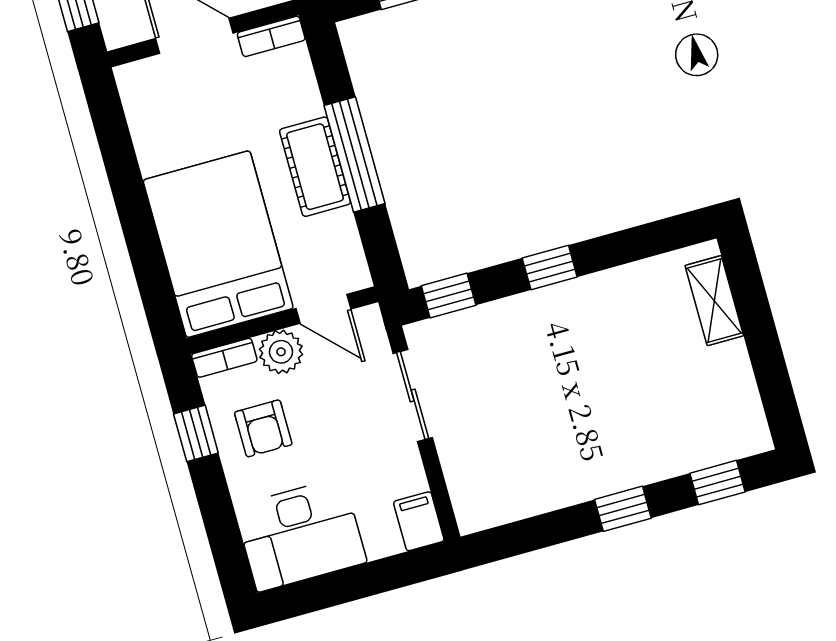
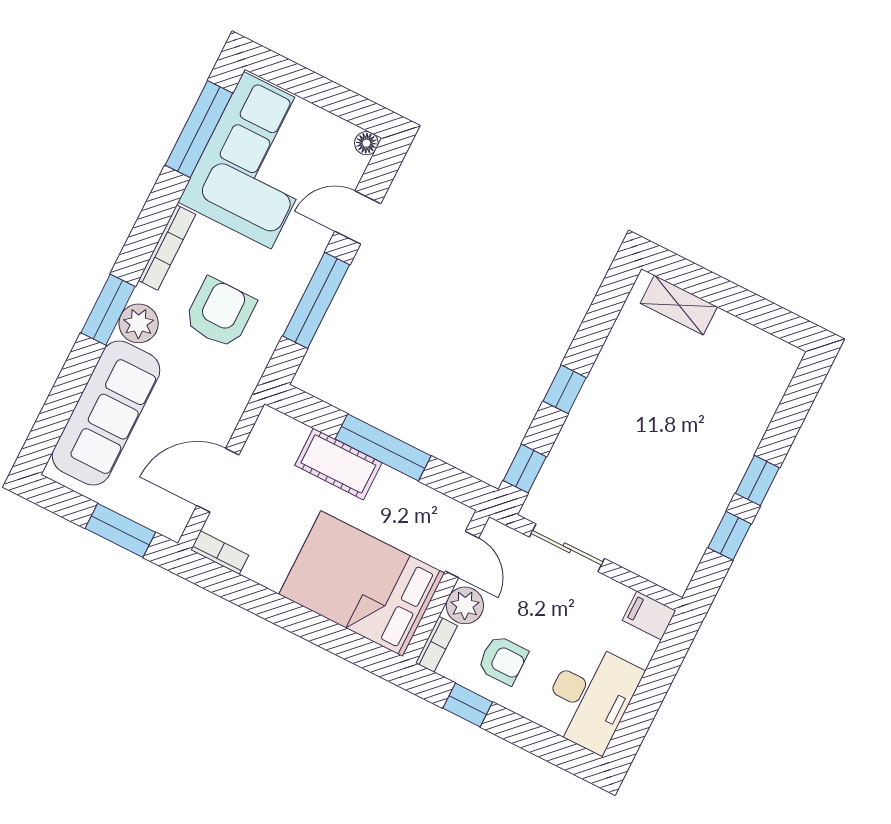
bookcase: (271, 36) -> (220, 553), moved, turned -90
cot: (315, 167) -> (338, 464), moved
door: (323, 309) -> (462, 554), hinge flipped
window: (718, 483) -> (730, 536), moved

